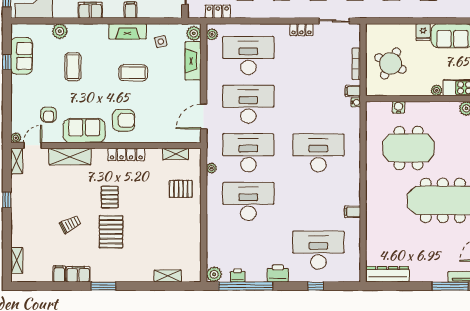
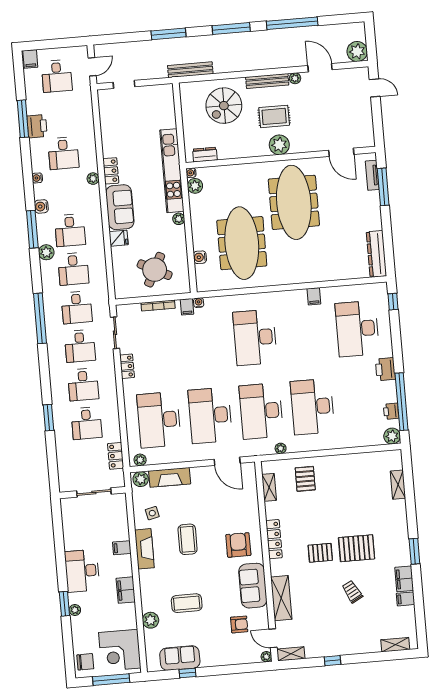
meeting table: (408, 148) -> (242, 243), width x1.36
window: (316, 286) -> (393, 302), moved

